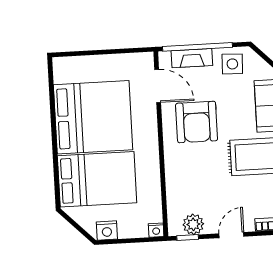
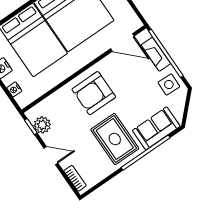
door: (158, 86) -> (122, 42), hinge flipped
armchair: (197, 122) -> (94, 93), moved
nightstand: (156, 230) -> (14, 89), moved

